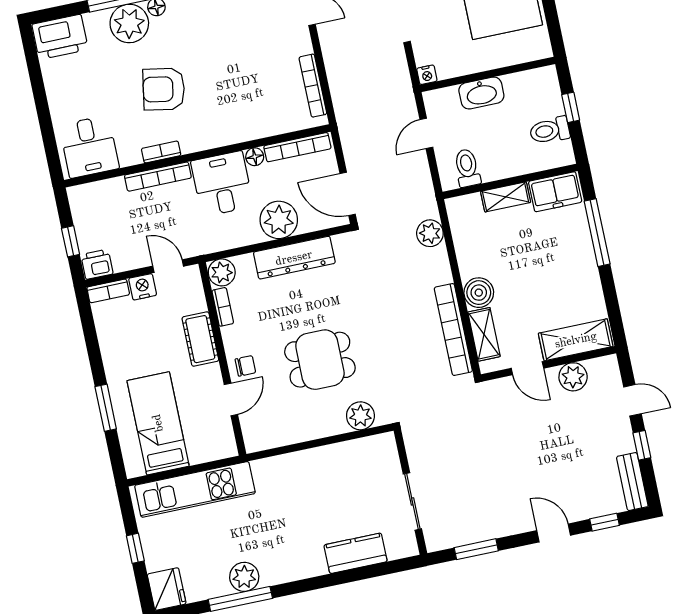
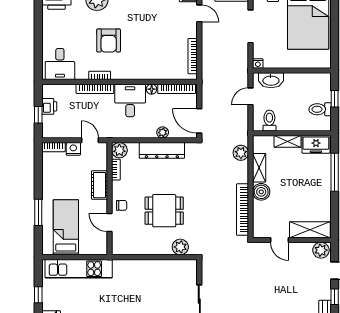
armchair: (164, 89) -> (109, 41), turned -100
washbasin: (481, 93) -> (271, 80), moved
plant: (279, 220) -> (163, 132), width x0.53, depth x0.53
printer: (97, 264) -> (49, 106), moved, turned 90
shelving: (484, 334) -> (259, 168), moved
plant: (573, 377) -> (321, 250), moved
door: (231, 400) -> (110, 223), swing flipped

